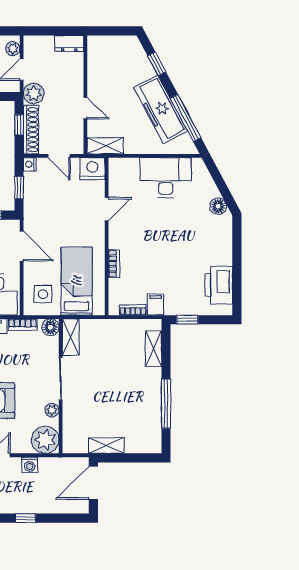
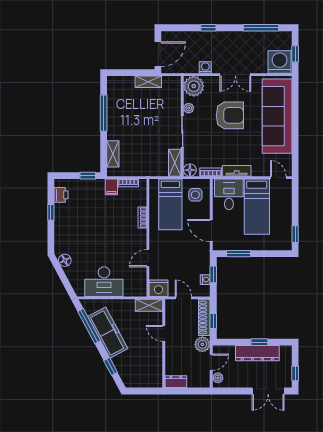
nightstand: (30, 164) -> (205, 280), moved
window: (237, 270) -> (51, 212), added
printer: (219, 285) -> (61, 195), width x0.53, depth x0.68

